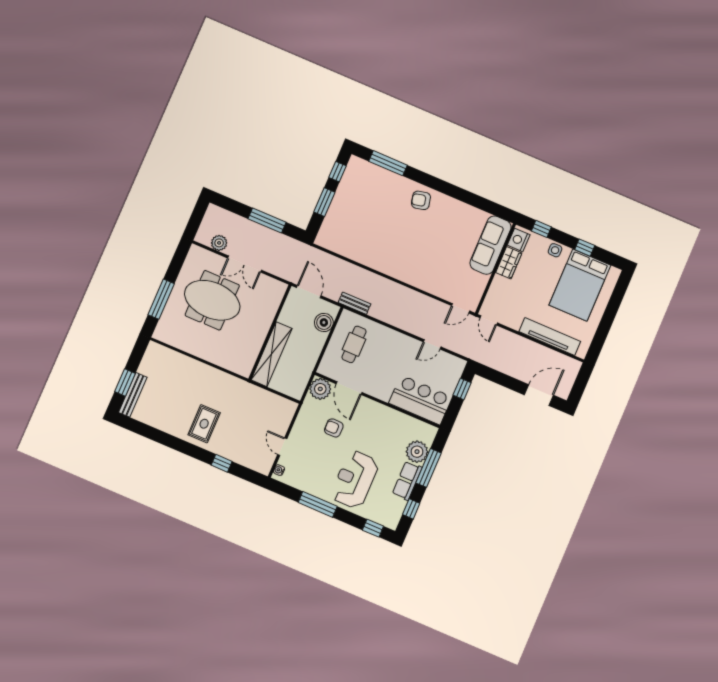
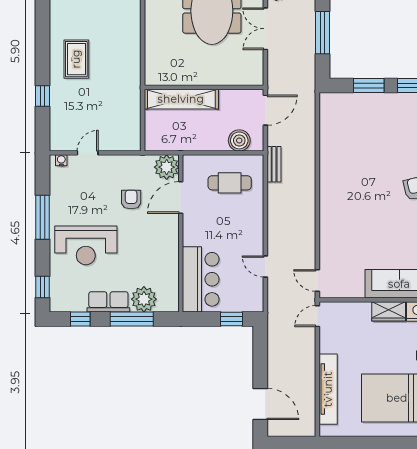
rug: (204, 424) -> (76, 59), turned 90
reception desk: (355, 479) -> (86, 245), turned 180

